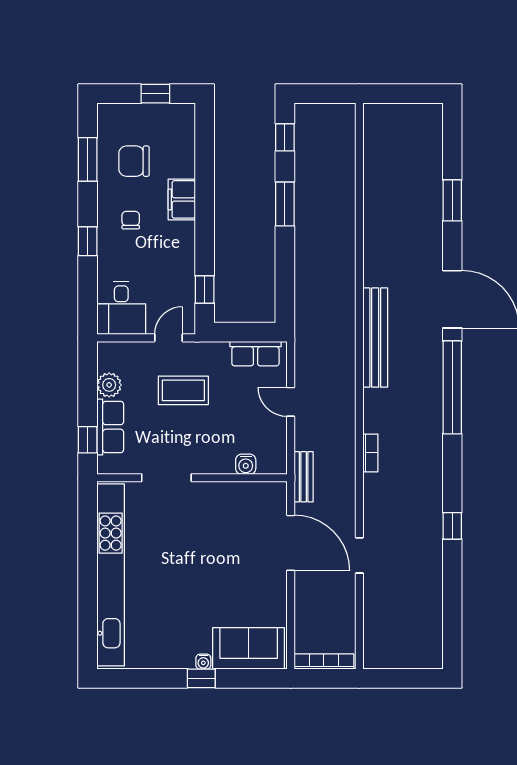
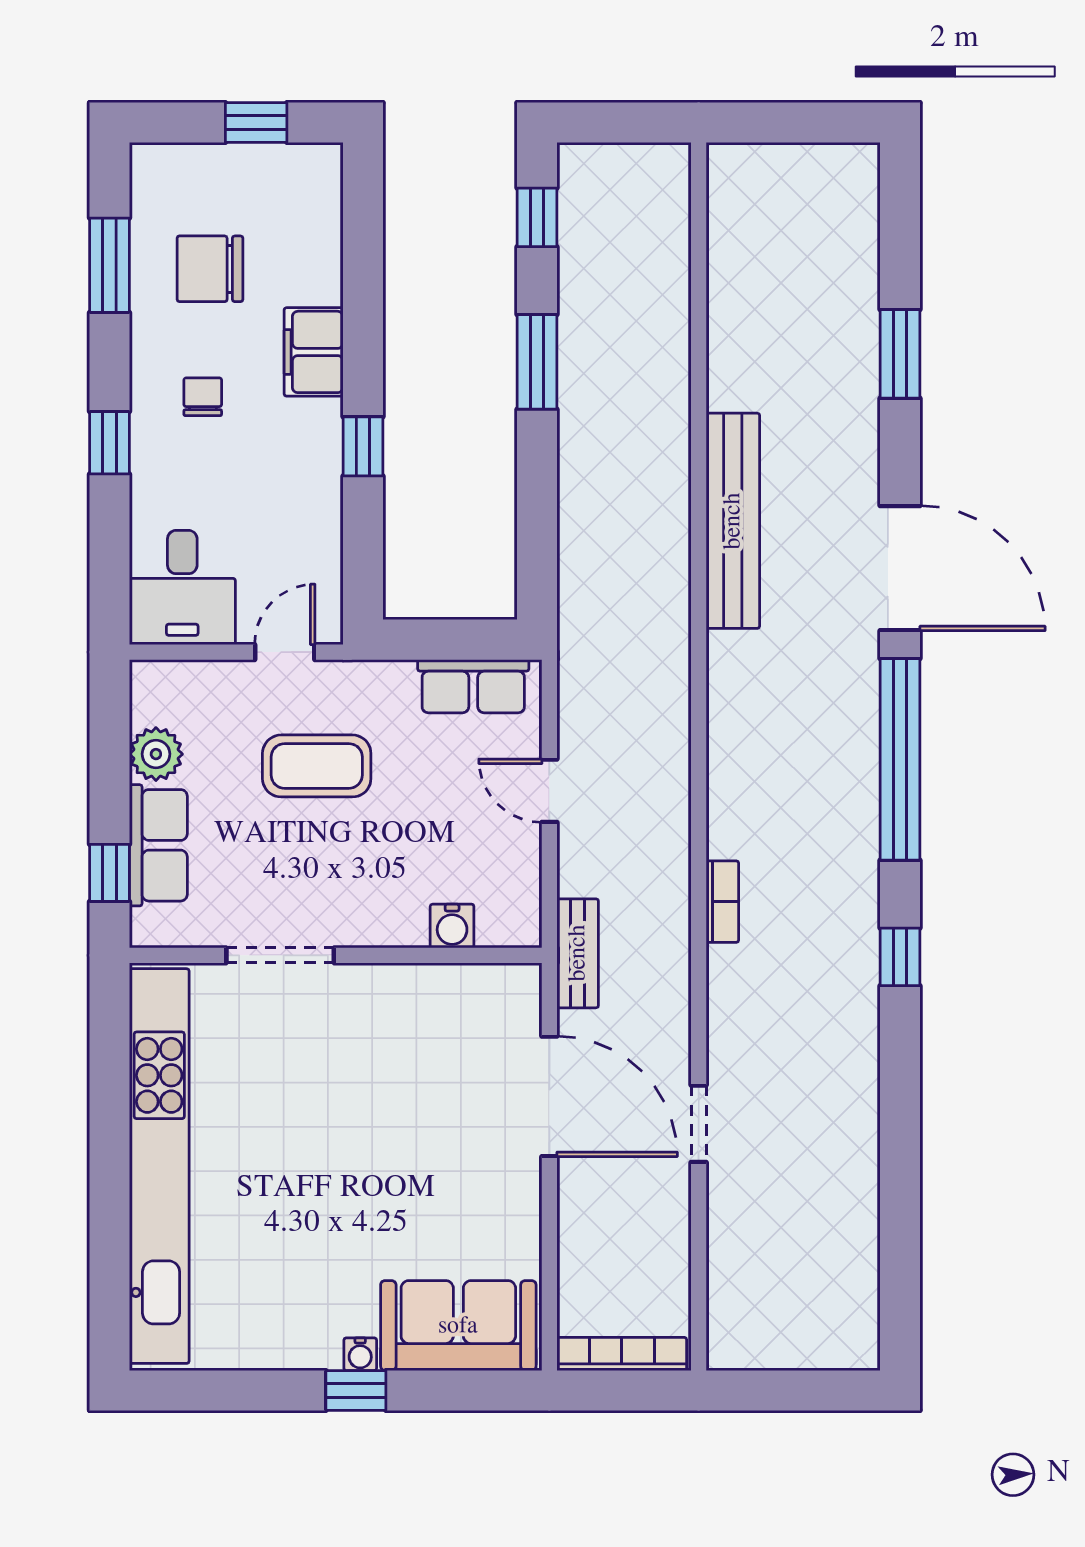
window: (205, 289) -> (363, 446), moved
bench: (375, 338) -> (733, 521), moved
window: (452, 526) -> (900, 957), moved

